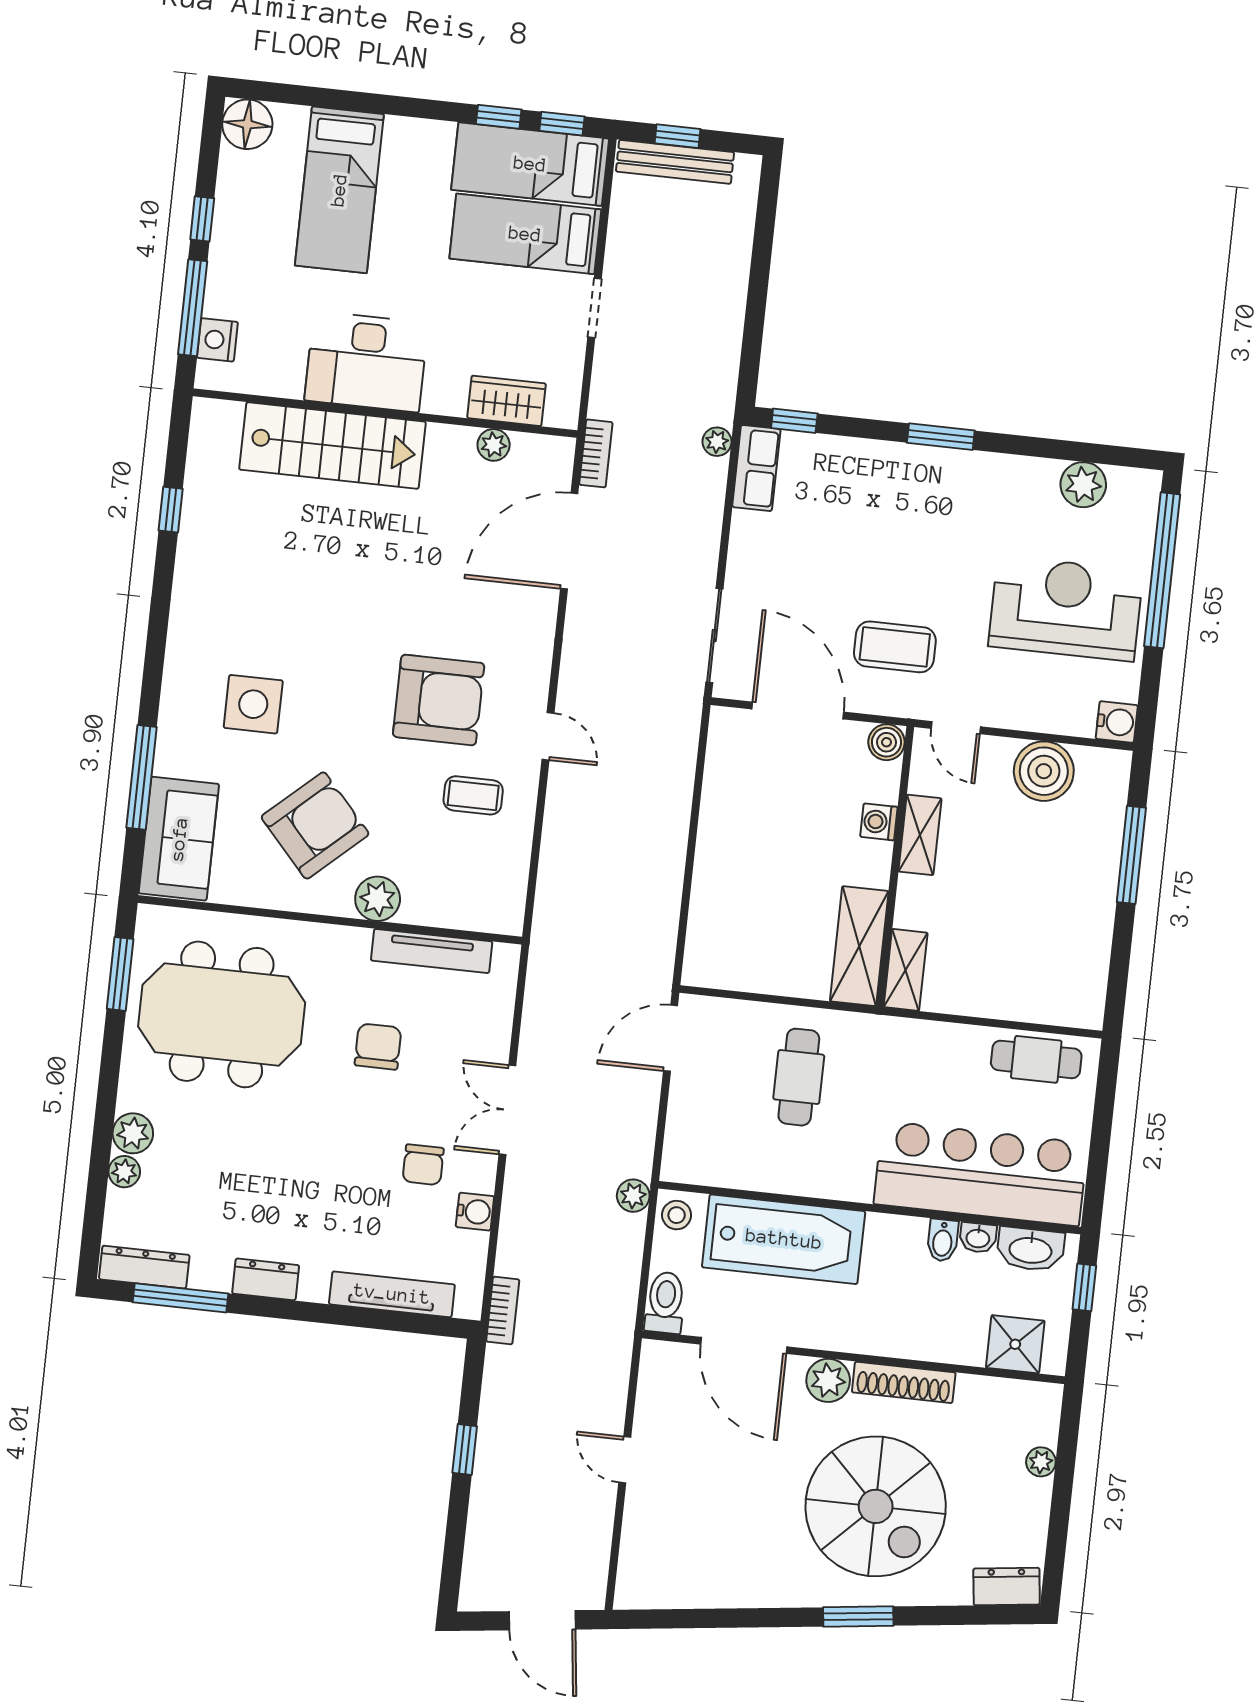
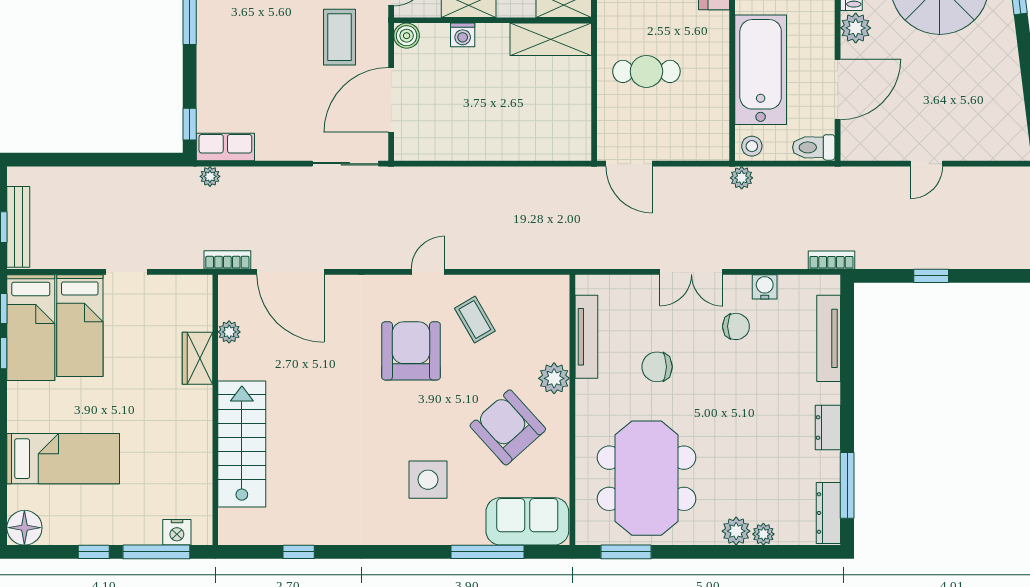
desk: (366, 362) -> (181, 427), removed
wardrobe: (507, 401) -> (197, 358), moved
coffee table: (473, 795) -> (475, 320), turned -30

